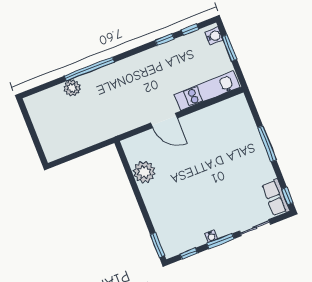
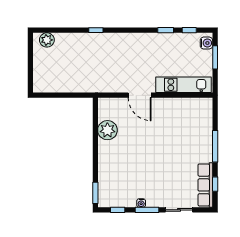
window: (89, 69) -> (96, 30), width x0.32
plant: (72, 88) -> (47, 40), moved
window: (287, 196) -> (215, 184), moved
row of seats: (276, 198) -> (205, 185), width x1.48

